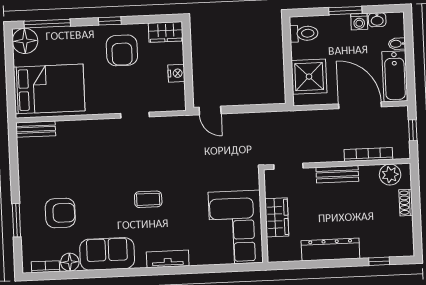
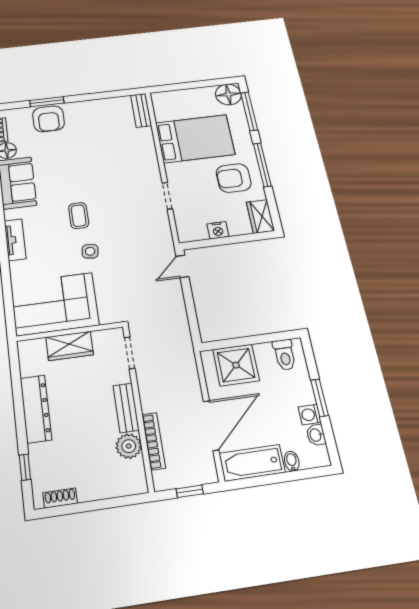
window: (110, 21) -> (262, 165), width x2.17
bed: (49, 89) -> (195, 139), moved, turned -90
plant: (390, 175) -> (129, 446), moved
side table: (186, 192) -> (90, 251), added
shoe rack: (406, 203) -> (60, 498), moved
armchair: (60, 213) -> (49, 119), moved

